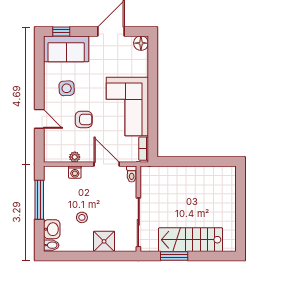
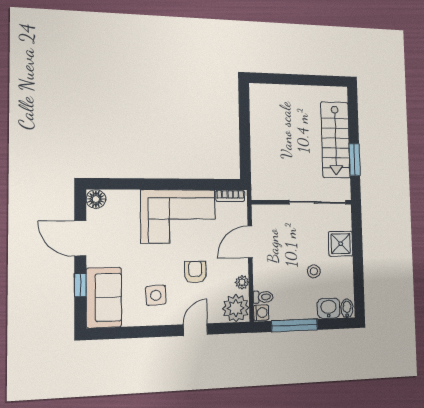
window: (61, 31) -> (80, 285), moved
plant: (55, 151) -> (236, 308), added
washing machine: (75, 172) -> (261, 313), moved
toilet: (132, 174) -> (263, 297), moved

